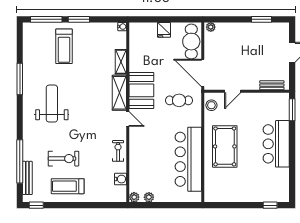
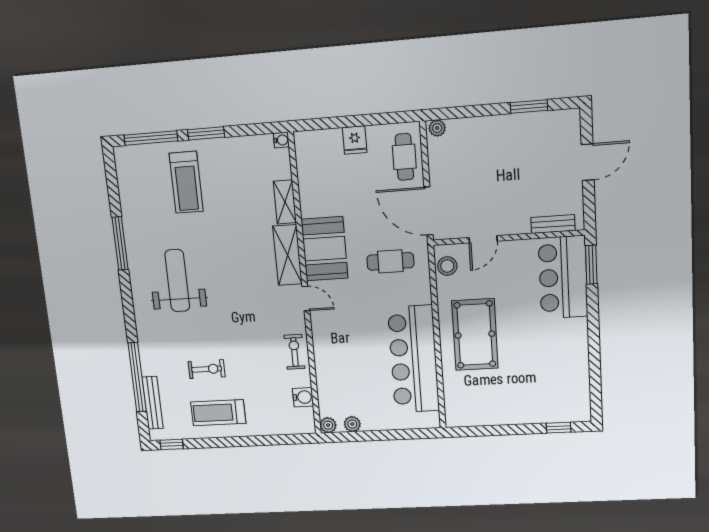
cafe table: (191, 42) -> (404, 157), width x0.73, depth x0.74
bar counter: (276, 144) -> (563, 277), moved
exercise bike: (63, 159) -> (207, 369), width x0.73, depth x0.72

